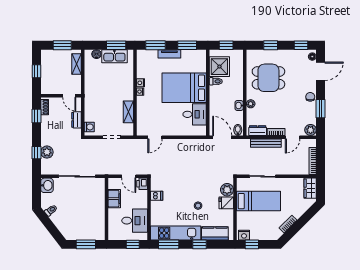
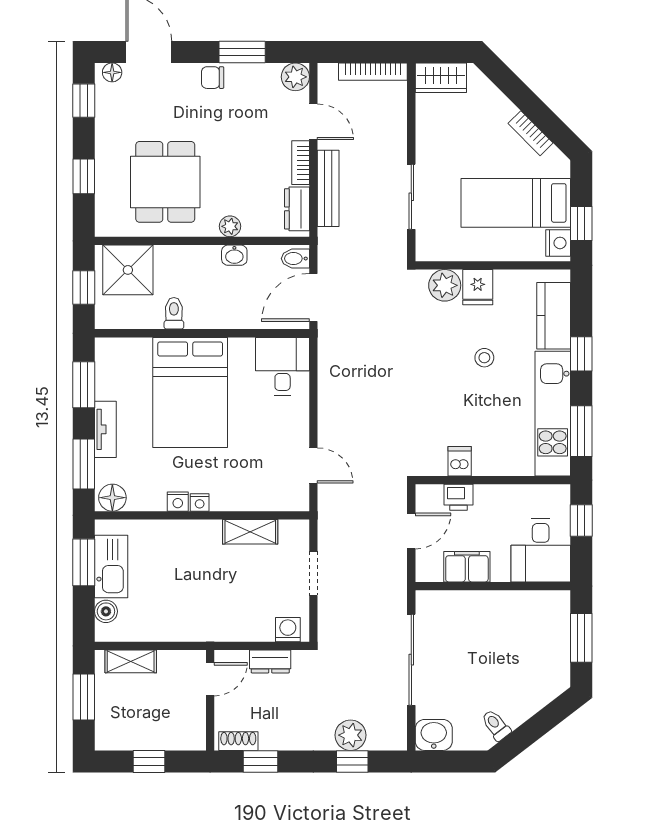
floor lamp: (142, 57) -> (112, 498), added
shower: (219, 67) -> (128, 270), moved
desk: (195, 114) -> (283, 366), moved
printer: (142, 184) -> (459, 497), moved
bed: (259, 201) -> (516, 203), moved, turned -90
desk: (135, 221) -> (541, 550), moved, turned 180

